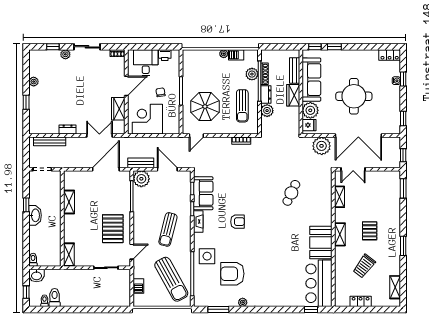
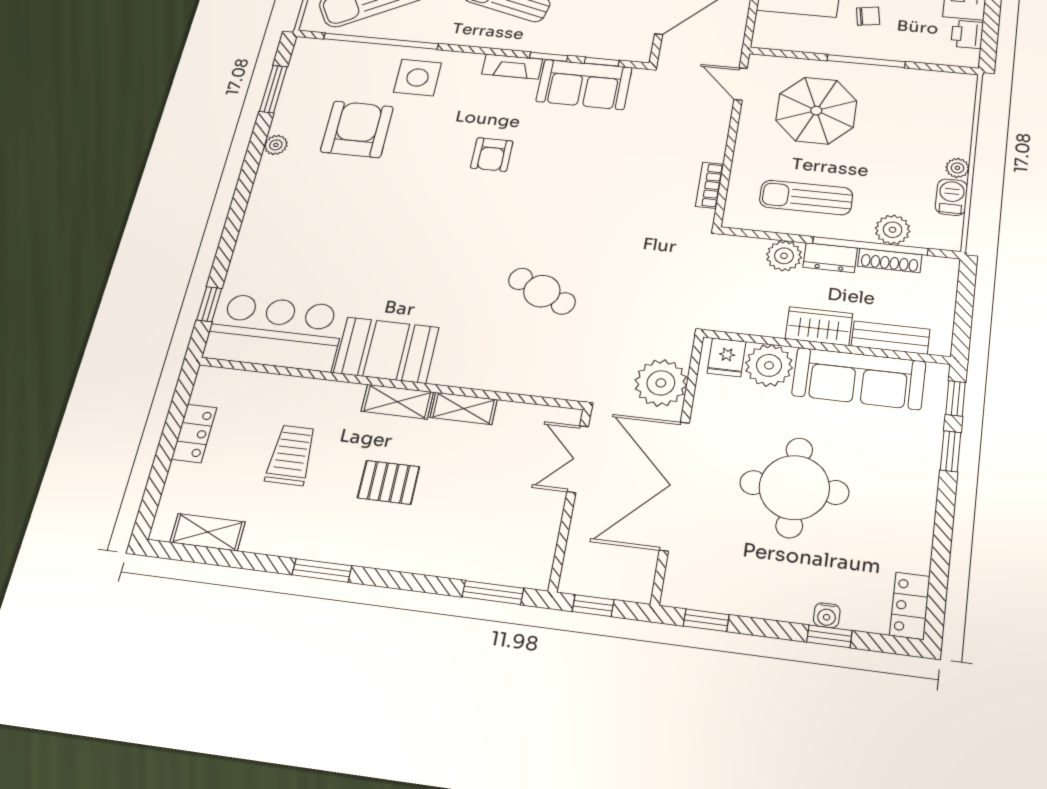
shelving: (339, 197) -> (464, 408), moved
trolley: (364, 266) -> (291, 455), turned 53

